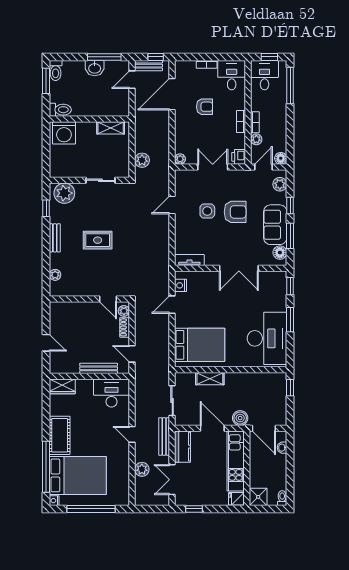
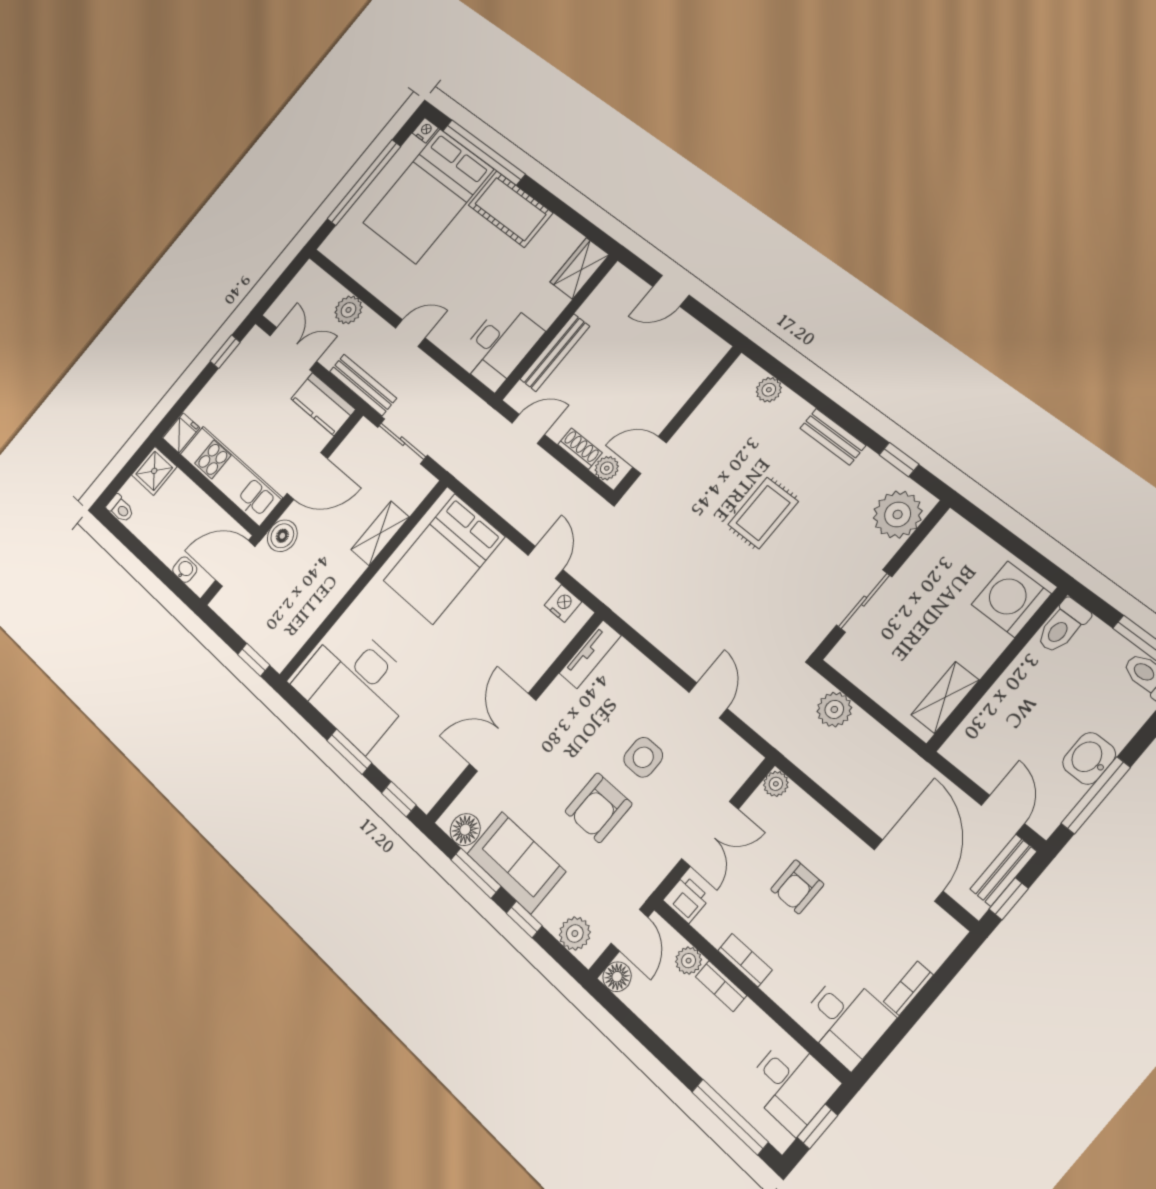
armchair: (205, 107) -> (797, 887), moved

